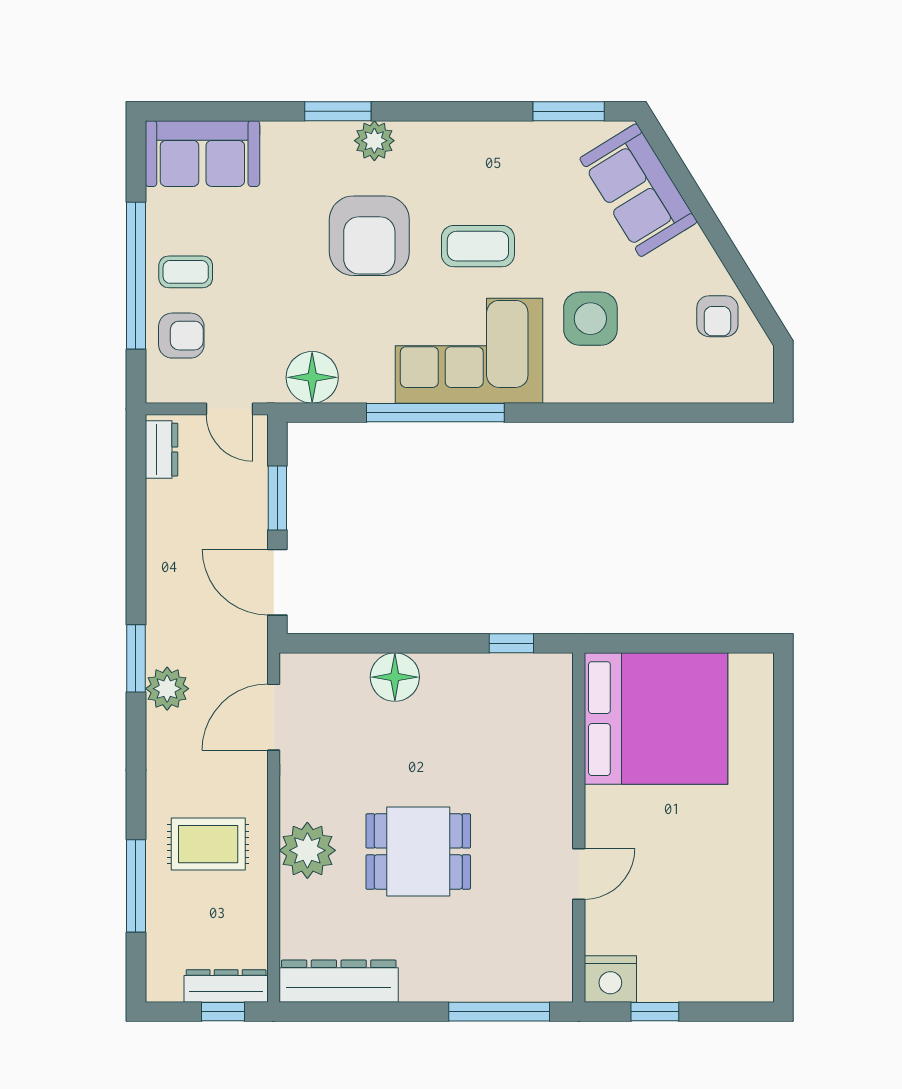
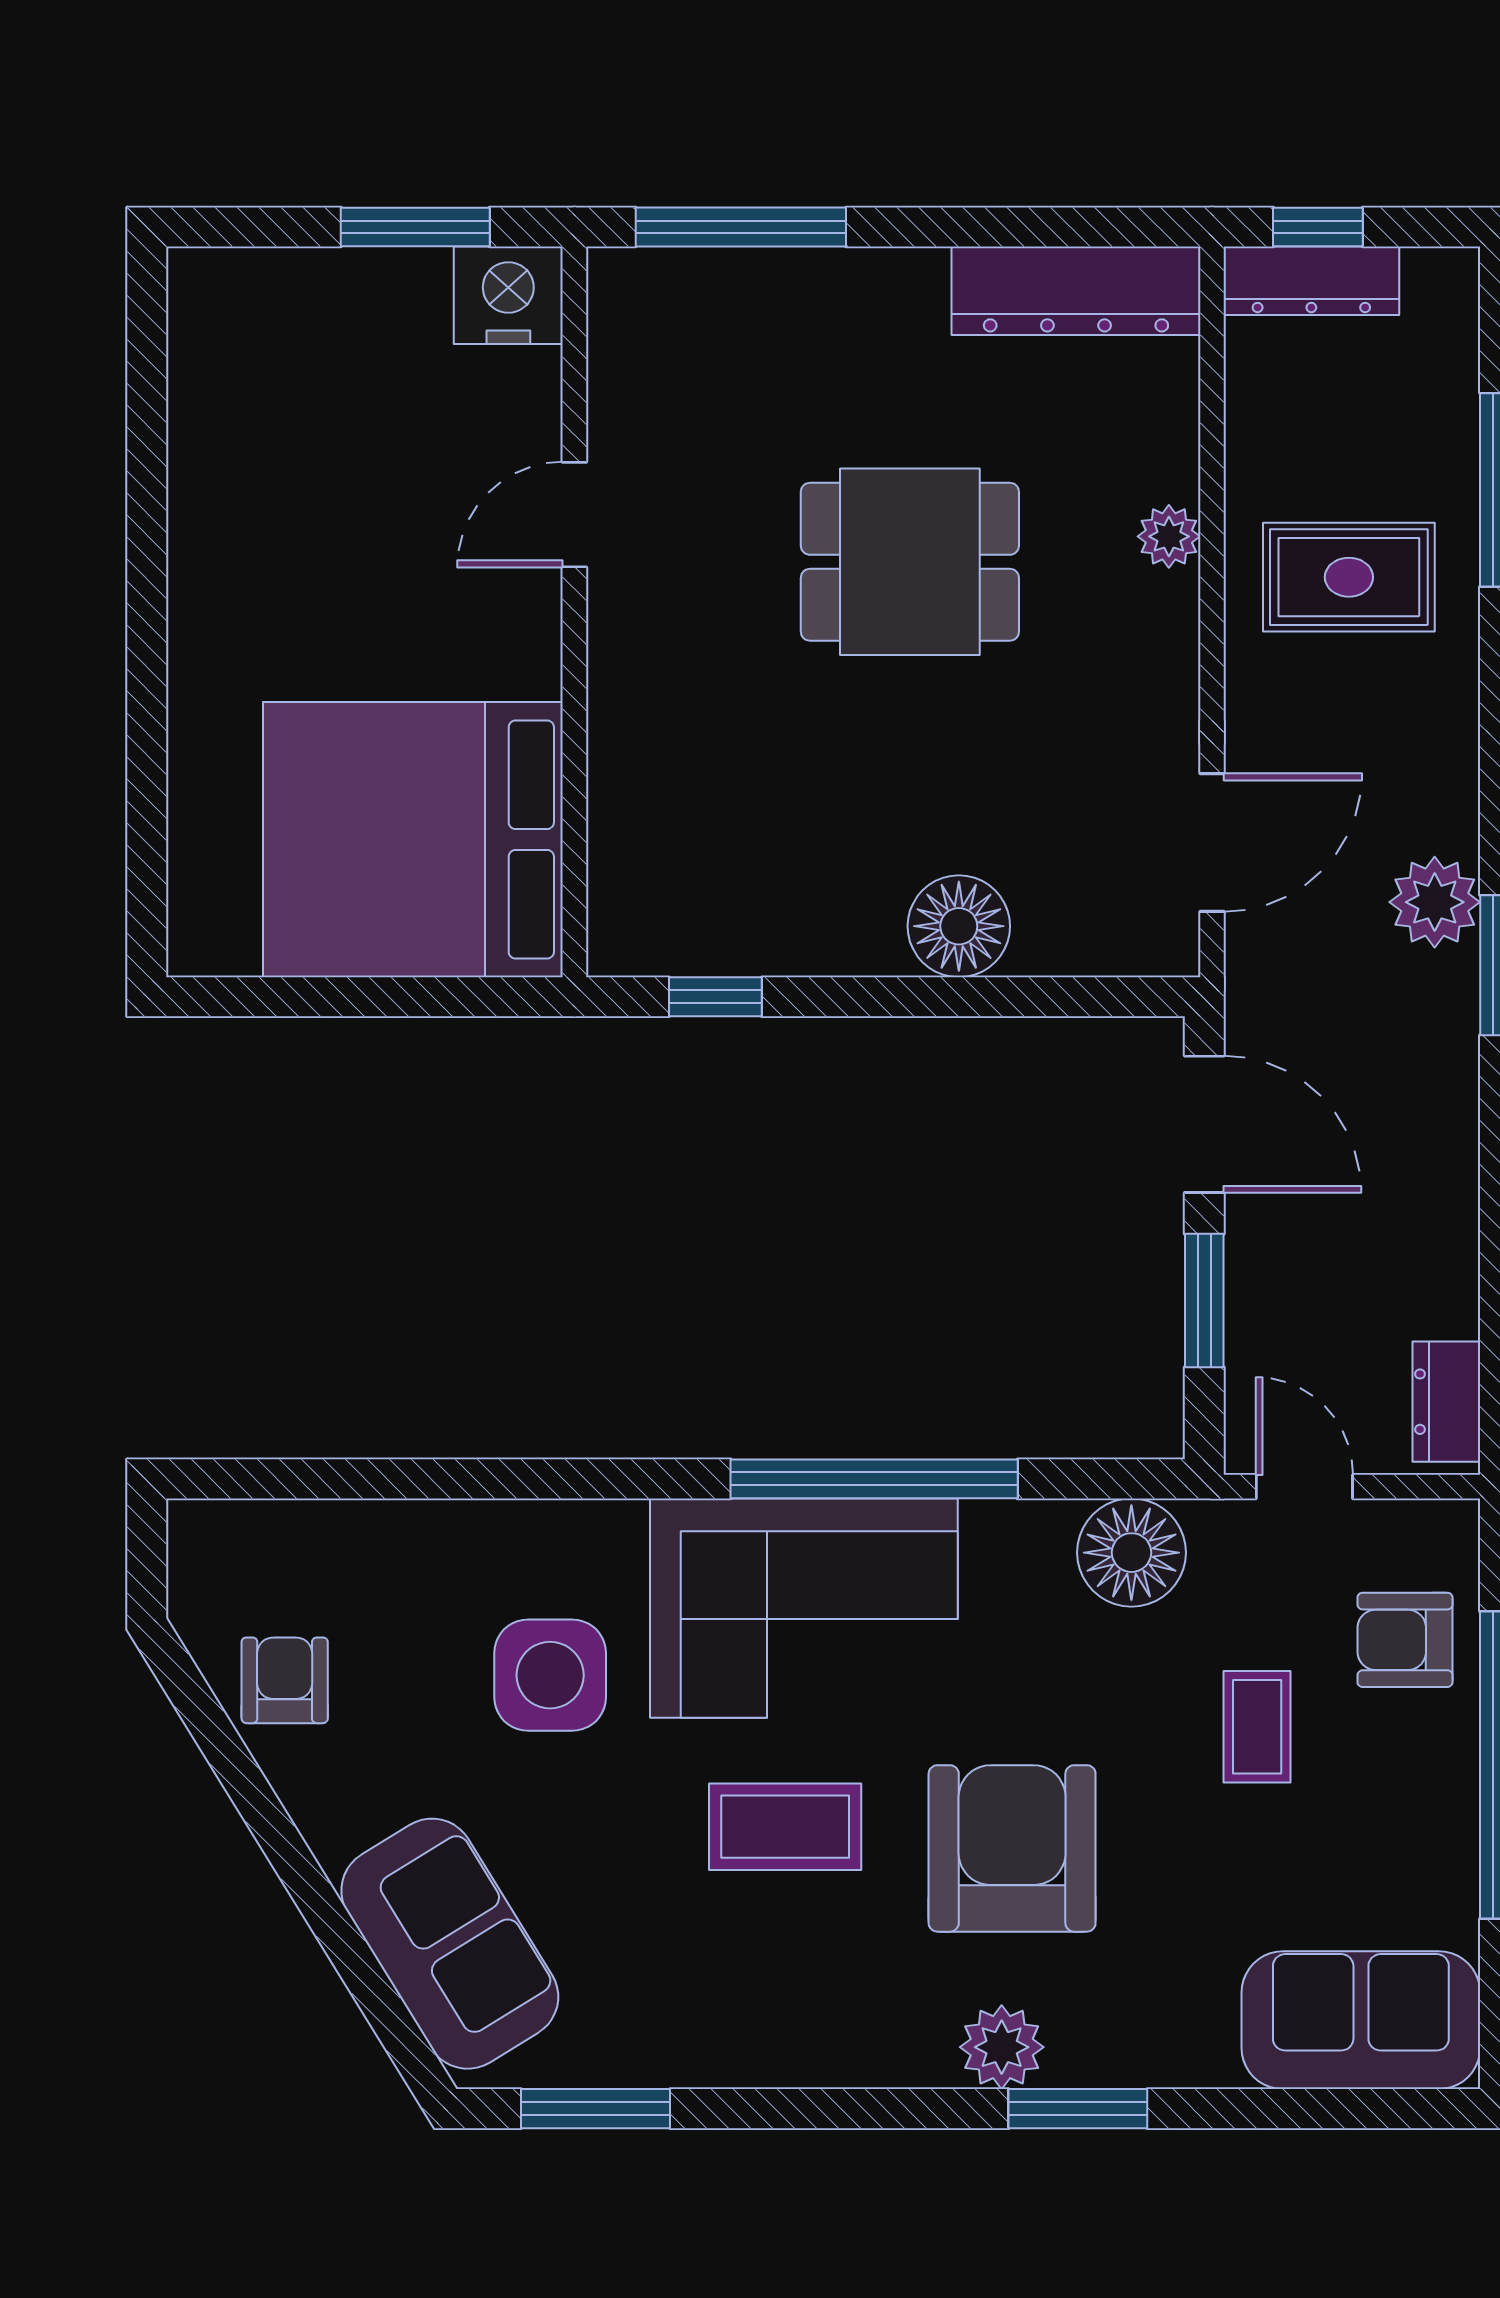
coffee table: (186, 272) -> (1257, 1727), moved, turned 90
plant: (307, 850) -> (1169, 536), width x0.53, depth x0.53
window: (655, 1012) -> (415, 227), width x1.50

